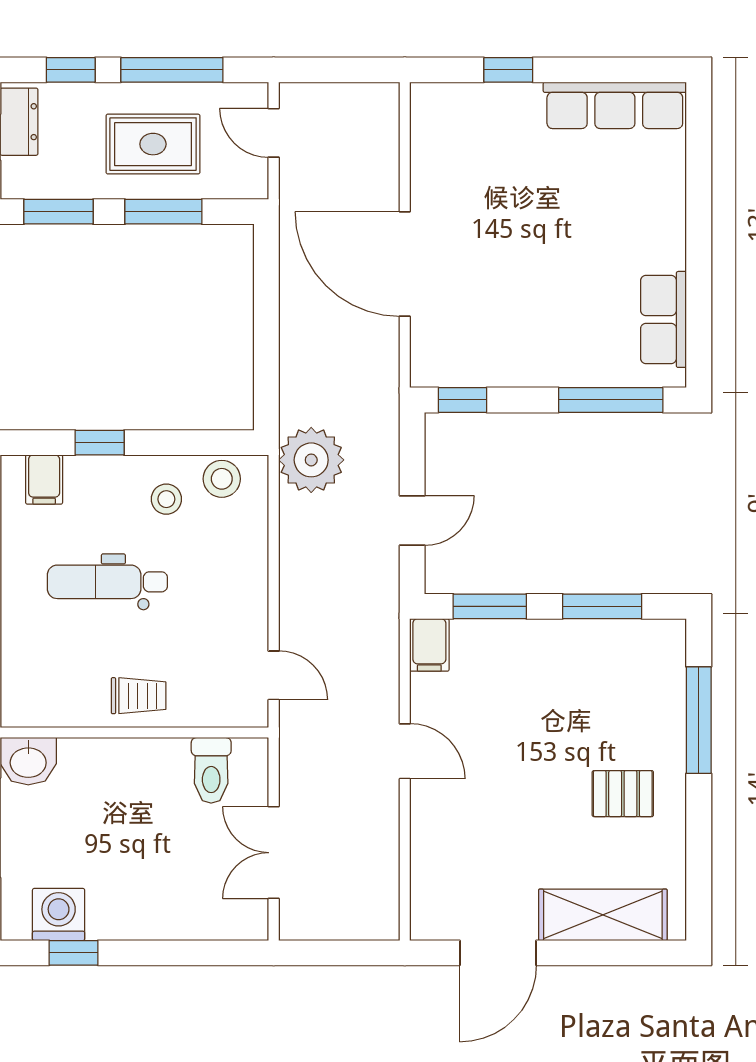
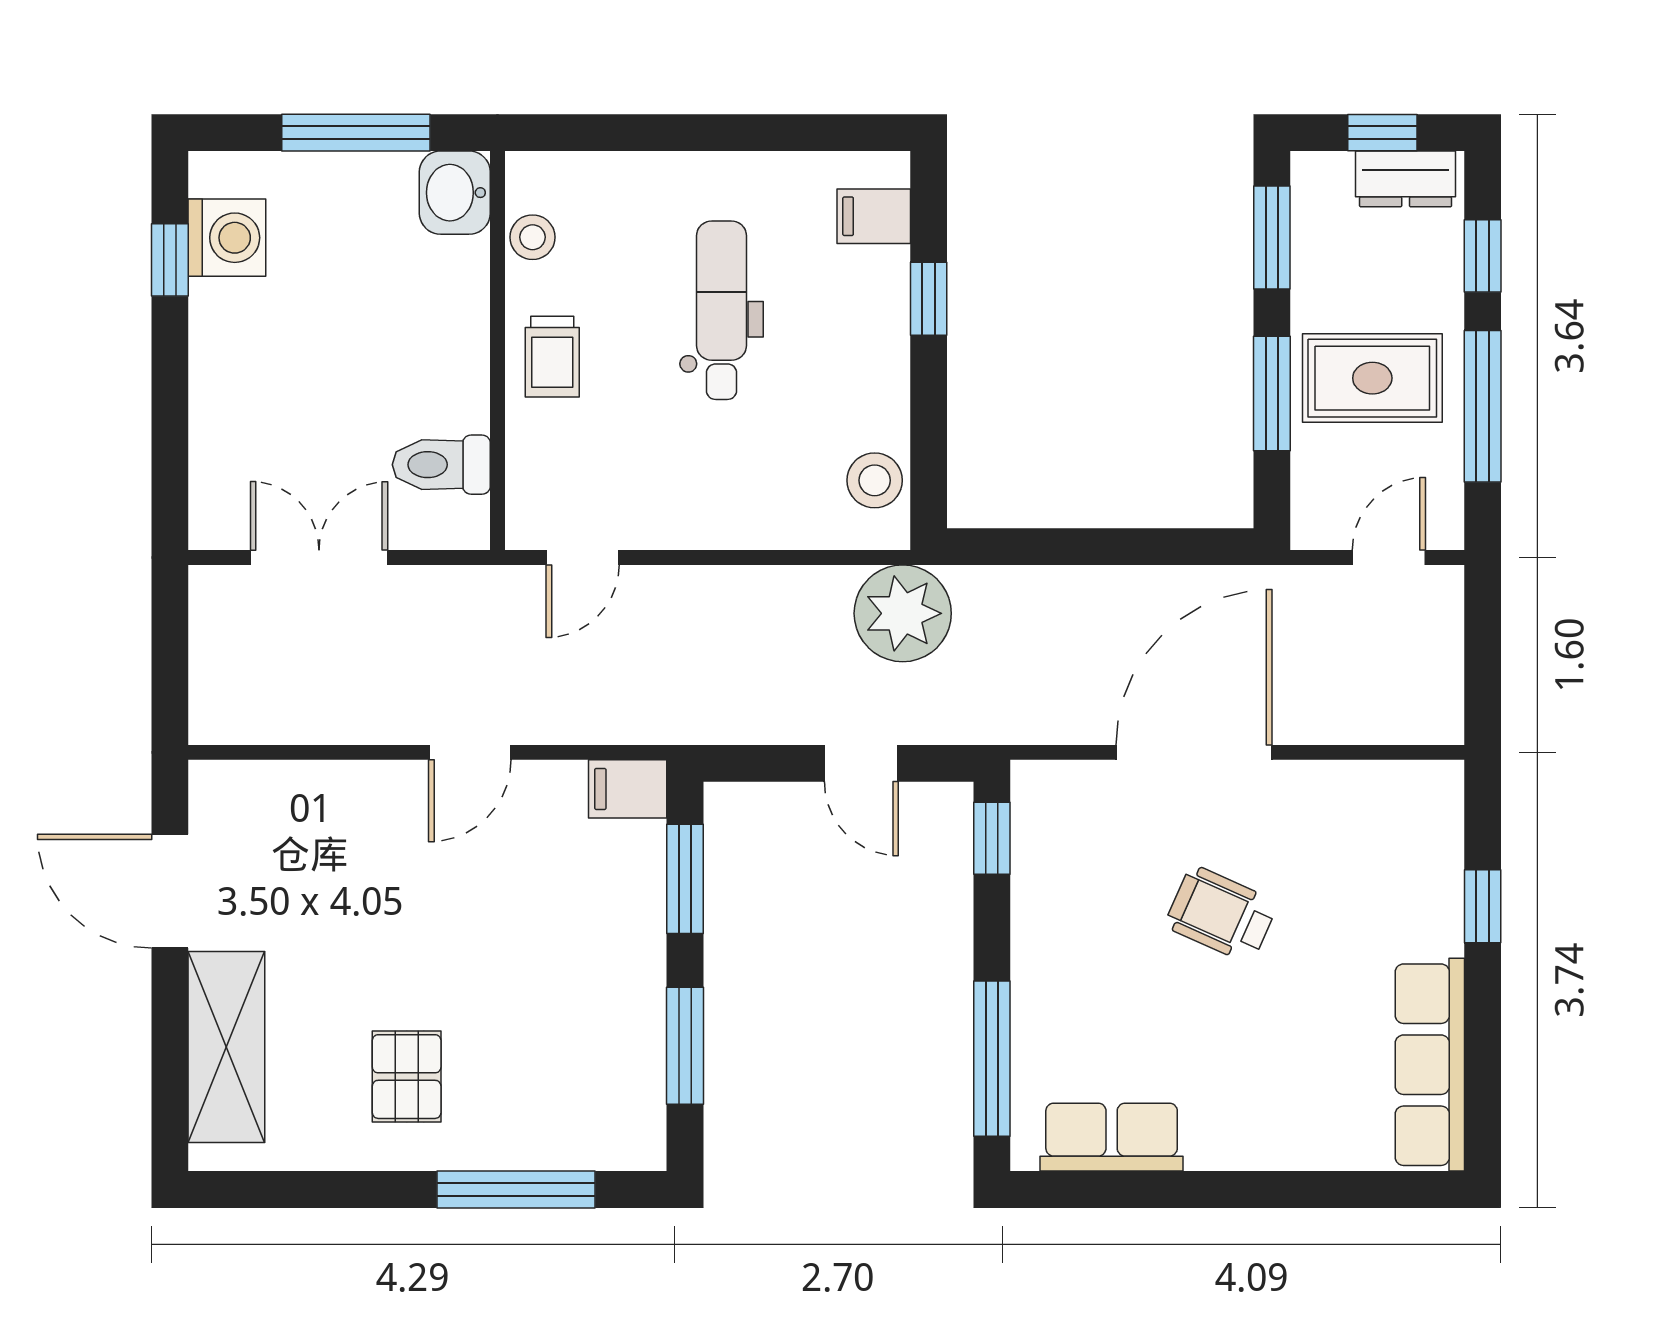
rug: (153, 144) -> (1372, 378), turned 90
wheelchair: (514, 246) -> (1221, 914), added
stool: (166, 499) -> (533, 237), moved
door: (412, 521) -> (861, 763), moved

